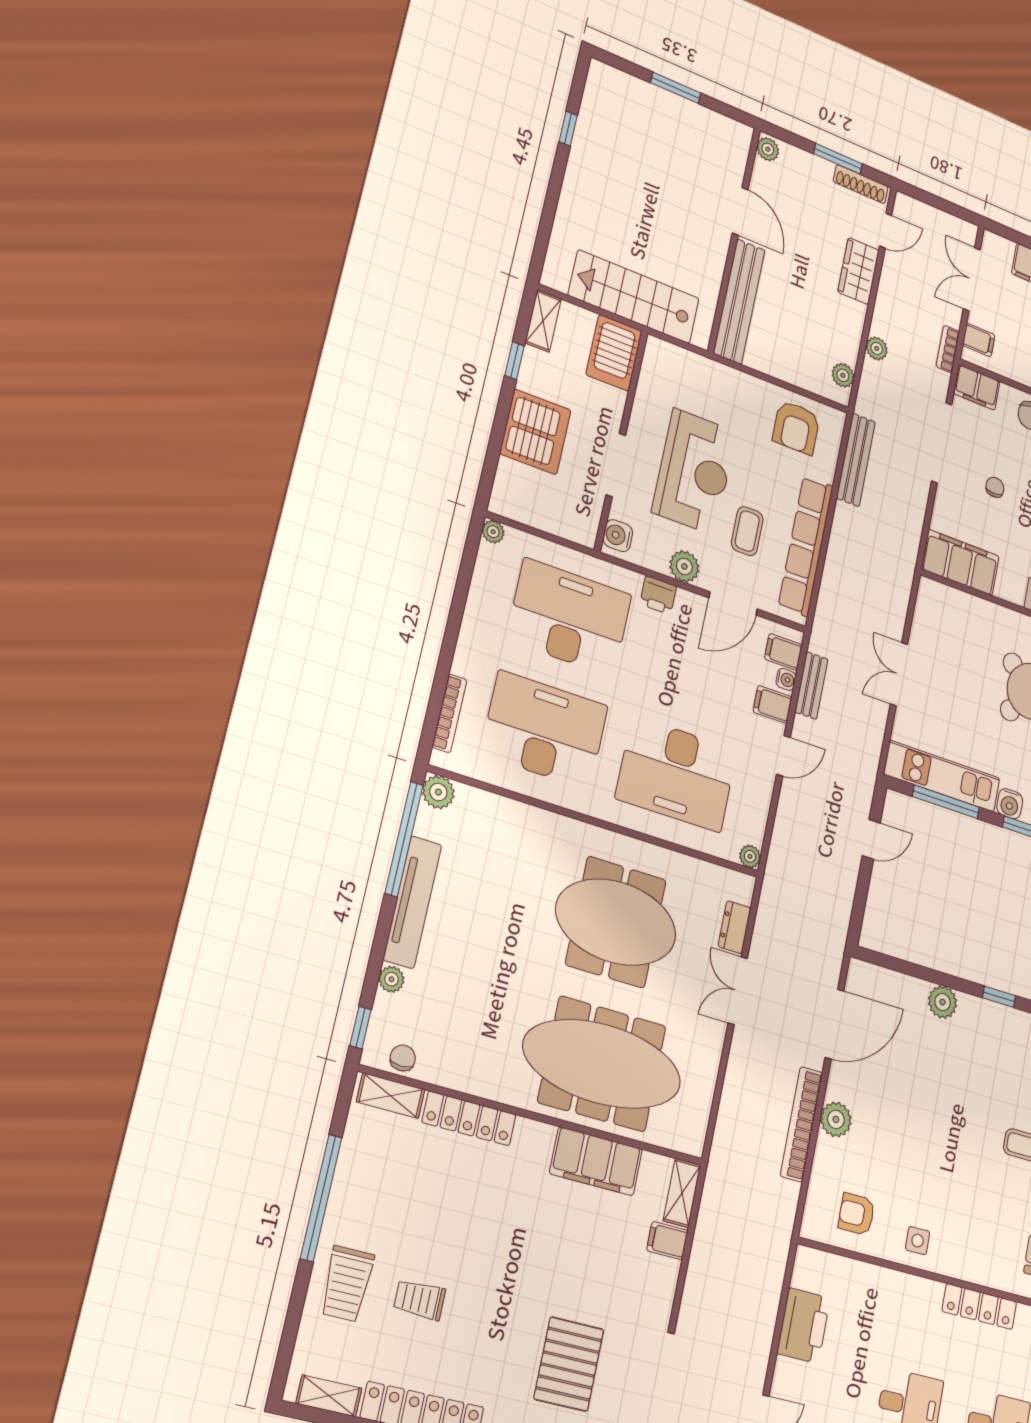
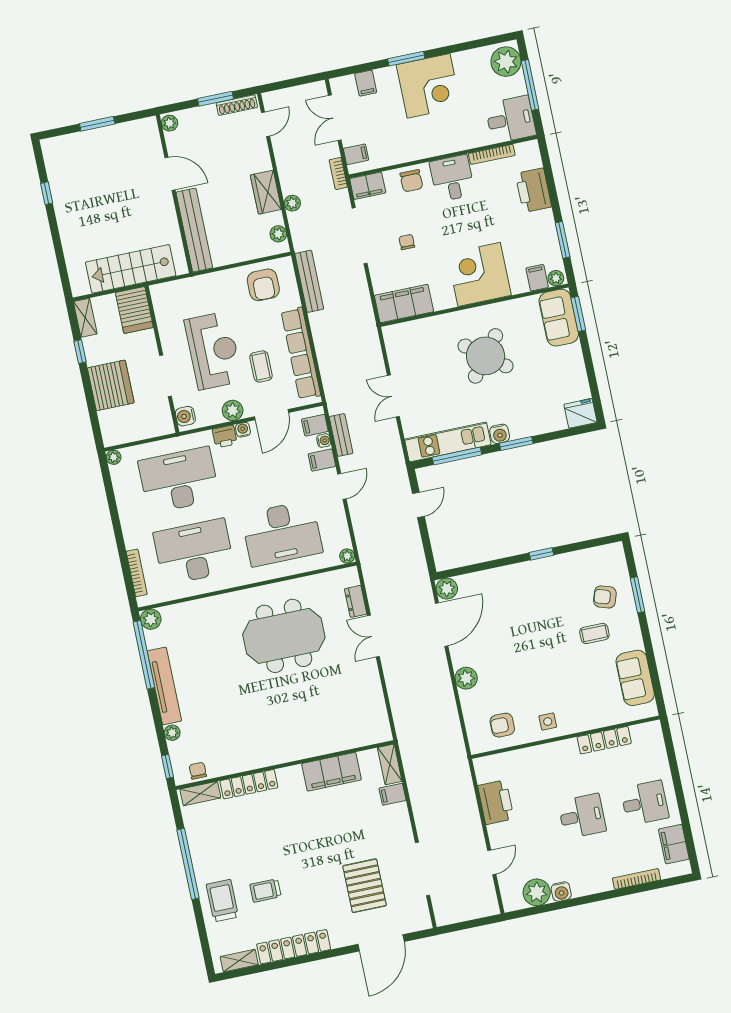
wardrobe: (858, 271) -> (266, 192), moved
water cooler: (687, 601) -> (243, 430), added
plant: (943, 1002) -> (447, 589), moved
meeting table: (602, 1064) -> (311, 718), removed
bookcase: (801, 1124) -> (446, 691), removed
trolley: (347, 1284) -> (222, 901), turned 180

